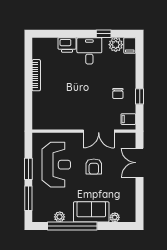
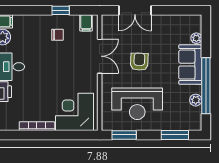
corner desk: (49, 109) -> (74, 112), added
reception desk: (56, 165) -> (137, 104), turned 180
armchair: (94, 167) -> (139, 62), turned -88
window: (28, 169) -> (124, 135), moved

